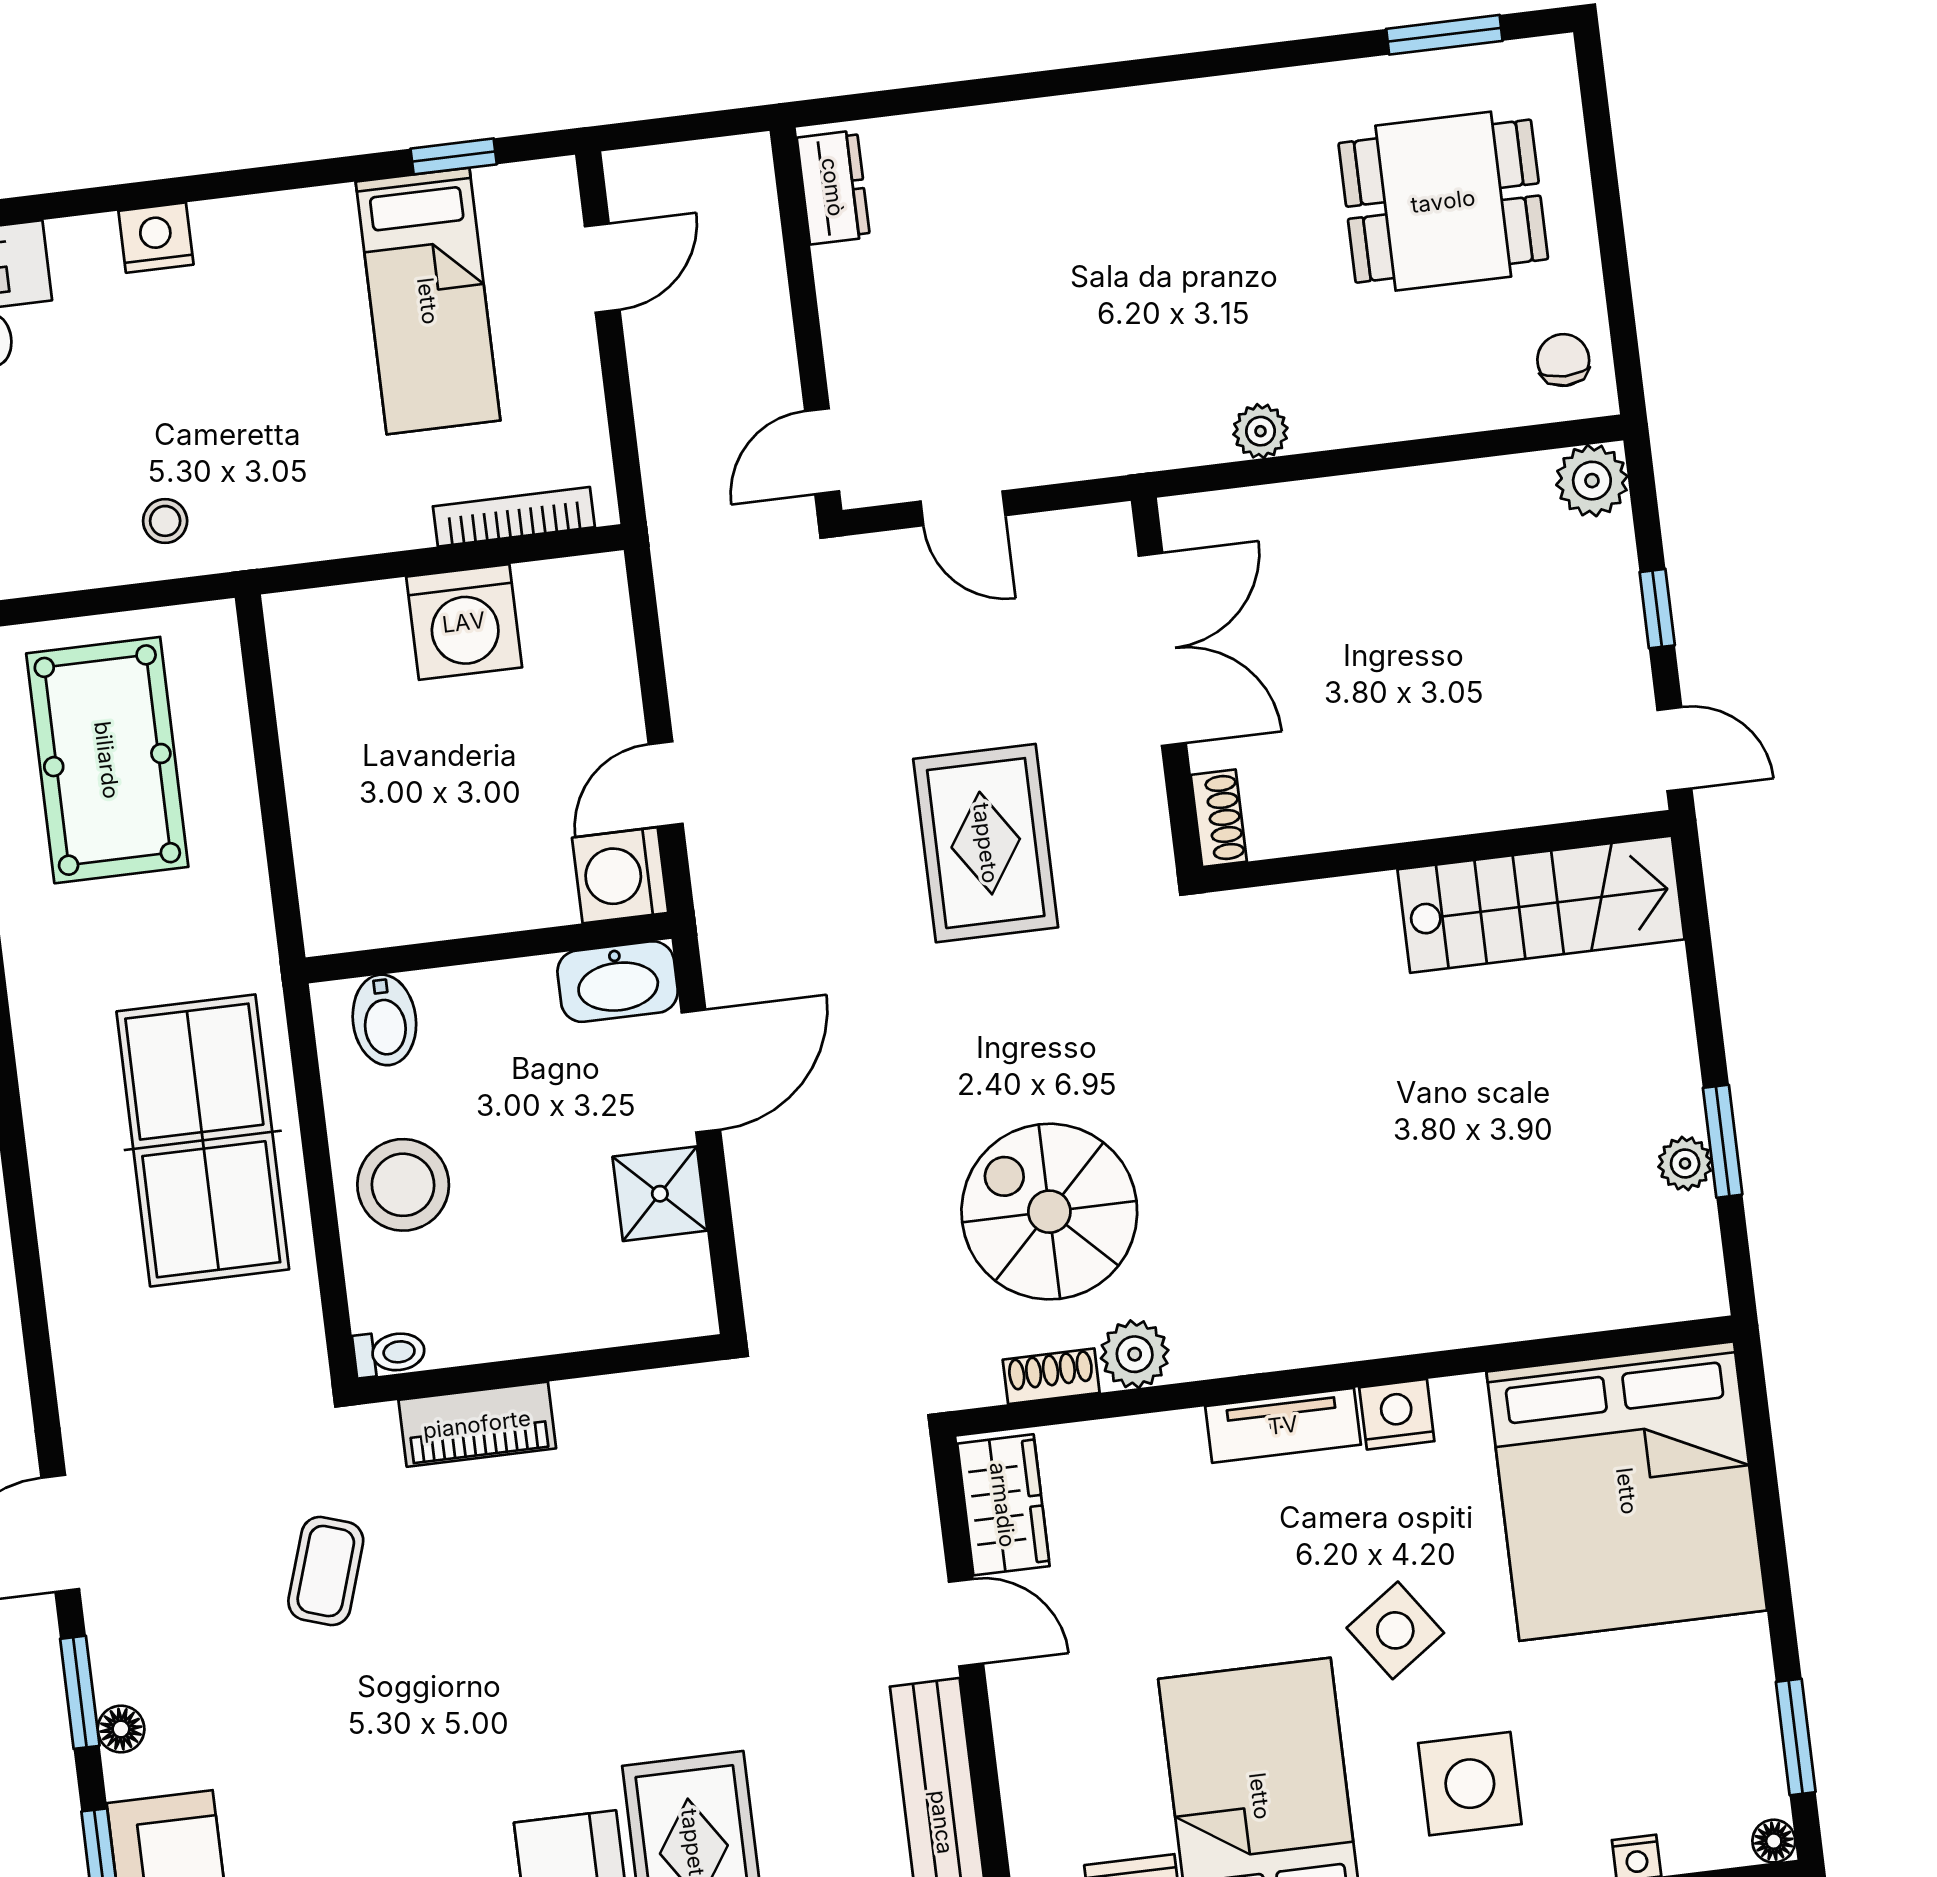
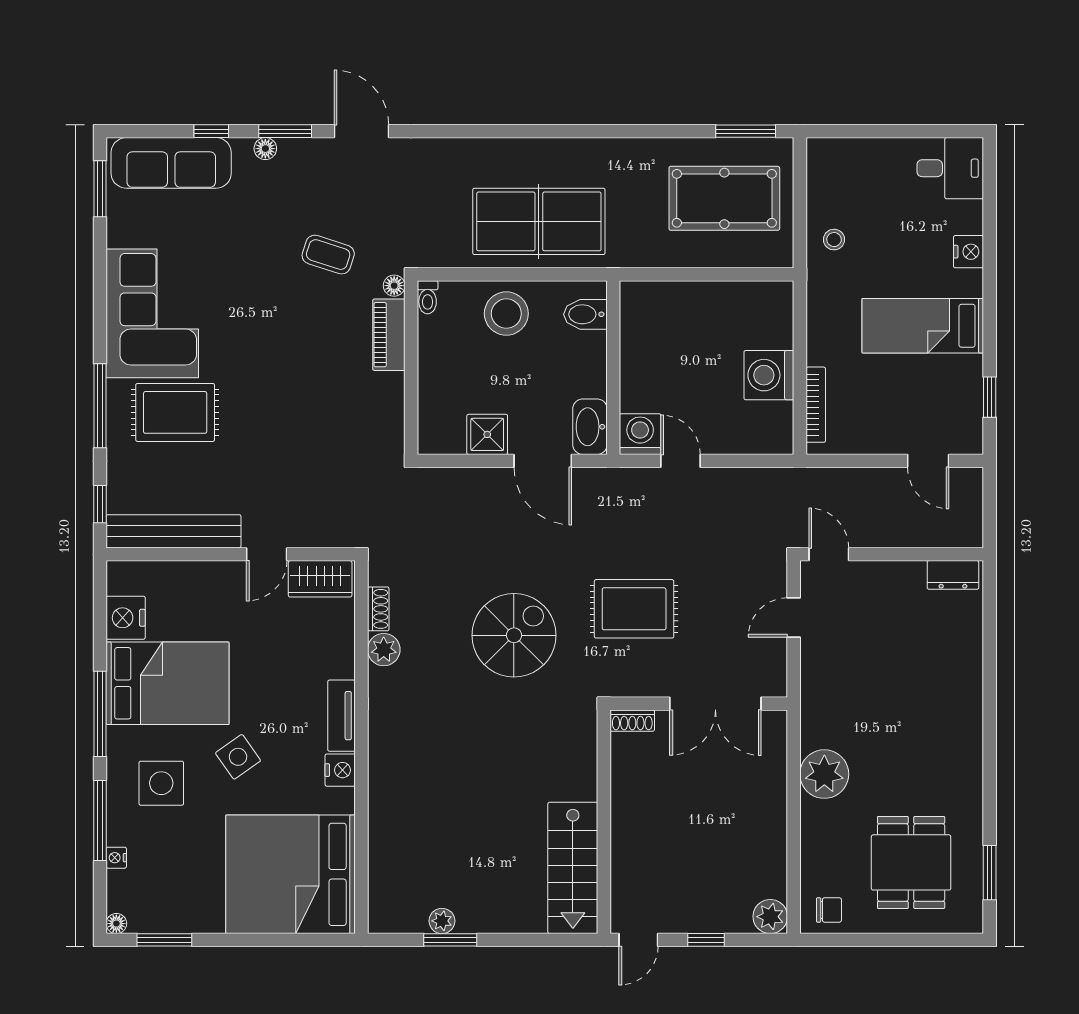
bed: (428, 301) -> (923, 326), moved
plant: (1260, 431) -> (824, 774), width x1.87, depth x1.87
spiral stairs: (1049, 1212) -> (514, 635), moved
floor lamp: (374, 1426) -> (394, 286), added

